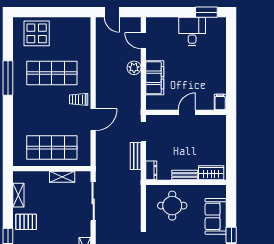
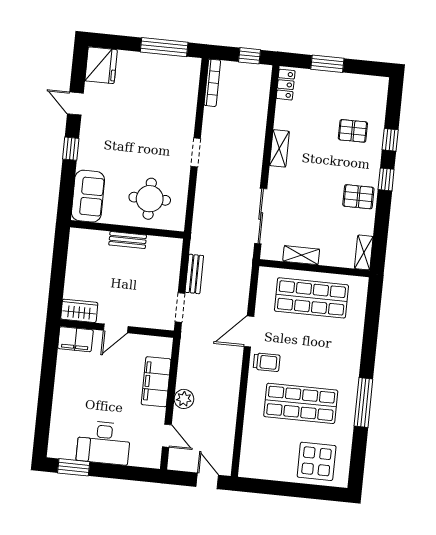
desk: (192, 31) -> (104, 443), width x1.37
filing cabinet: (220, 102) -> (75, 339), width x2.00
dresser: (151, 170) -> (174, 251), removed
wardrobe: (211, 173) -> (79, 311), moved, turned 180
shelving: (18, 195) -> (364, 252), moved
sofa: (216, 216) -> (88, 196), moved

